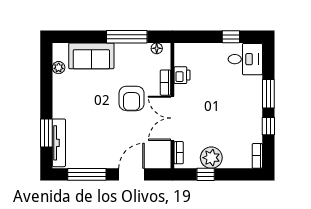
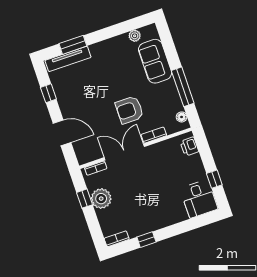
printer: (182, 75) -> (189, 147), moved, turned 90
window: (268, 94) -> (175, 230), removed
window: (87, 174) -> (48, 93), width x0.46

